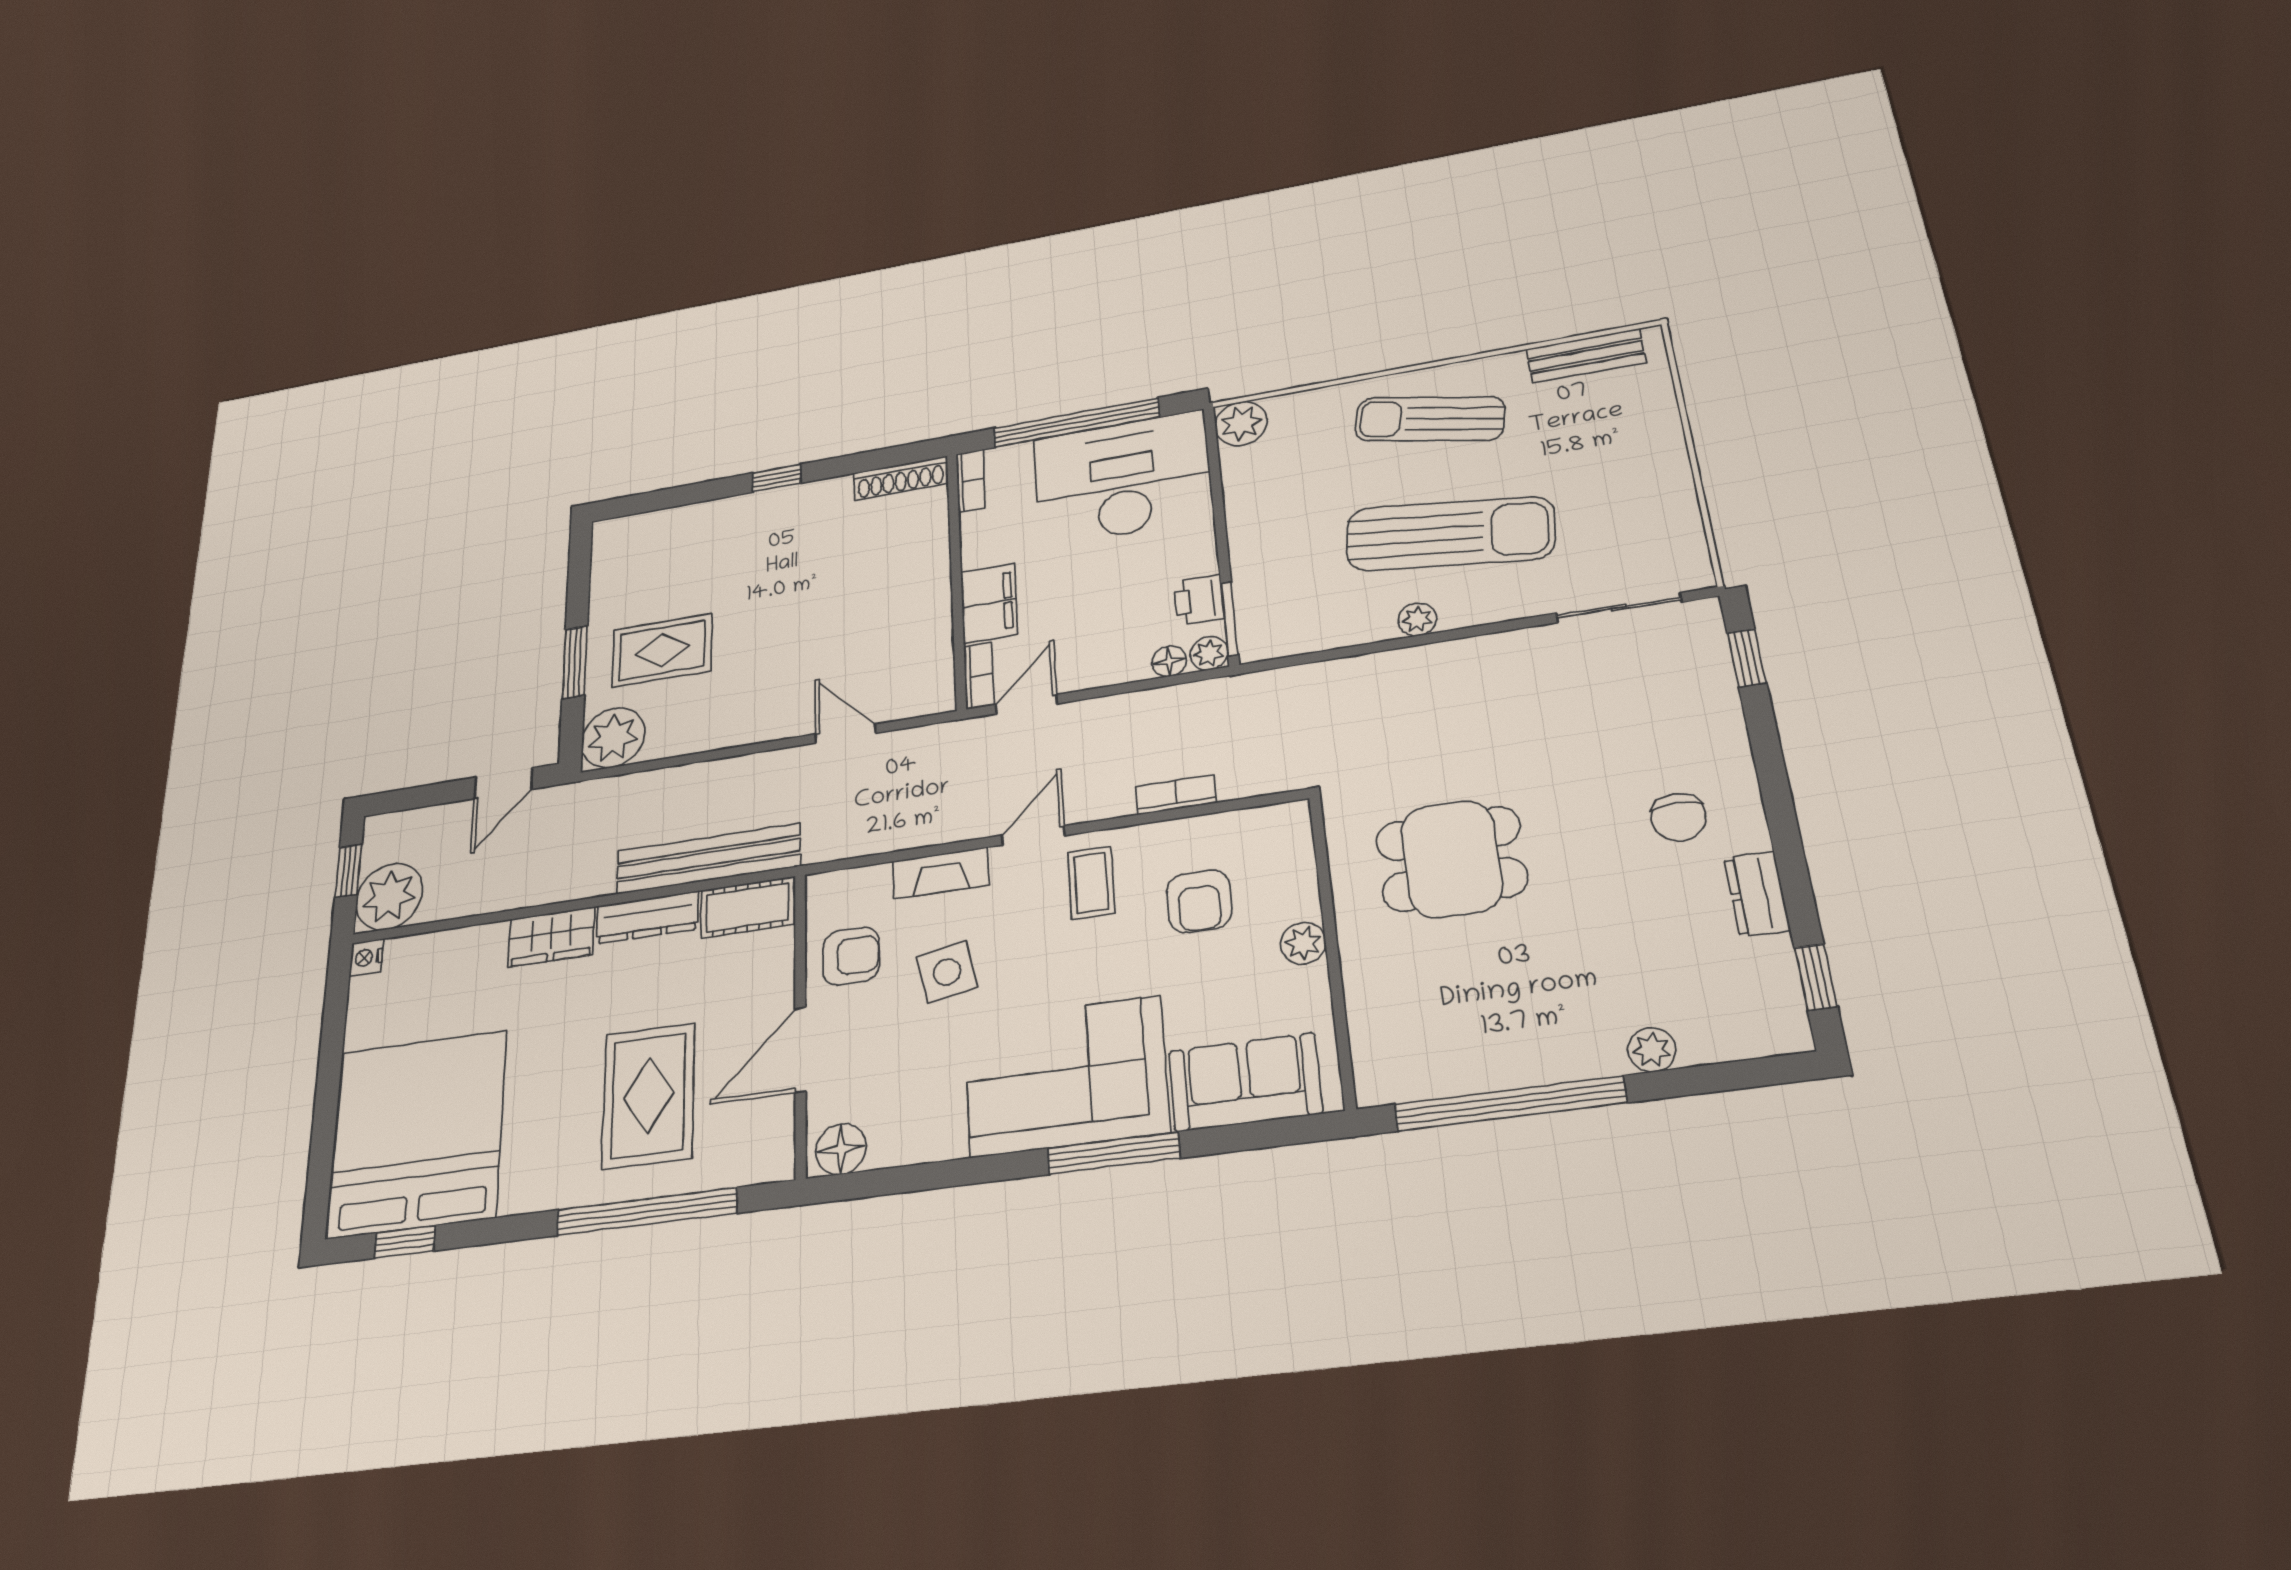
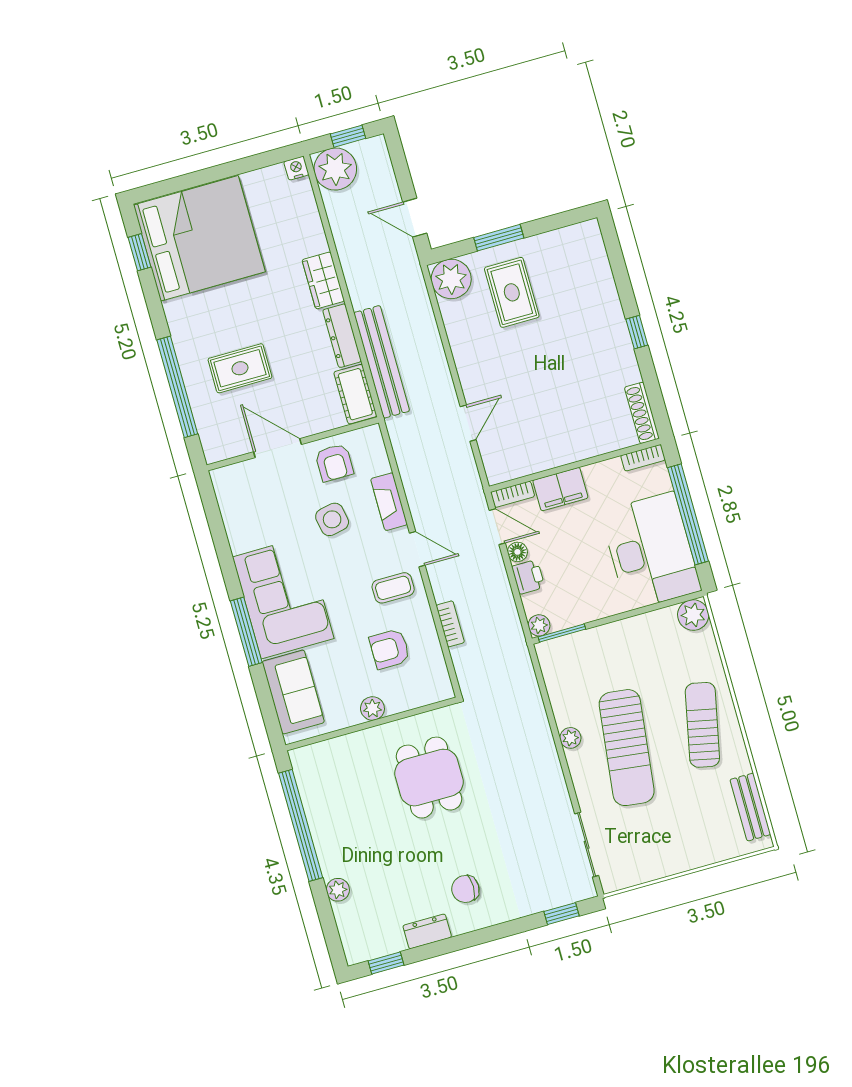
printer: (1199, 600) -> (528, 577), moved, turned 90
floor lamp: (1169, 661) -> (517, 552), moved
rug: (648, 1096) -> (240, 368), width x0.73, depth x0.70
floor lamp: (841, 1149) -> (227, 486), removed

